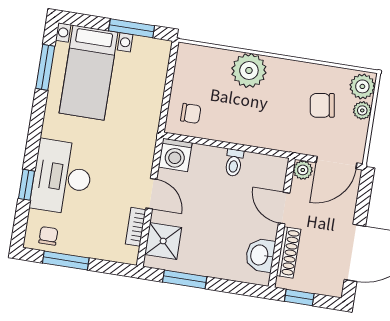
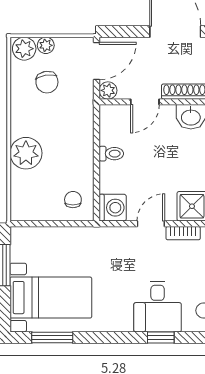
door: (337, 163) -> (97, 61), hinge flipped
desk: (62, 177) -> (158, 307), width x0.73

